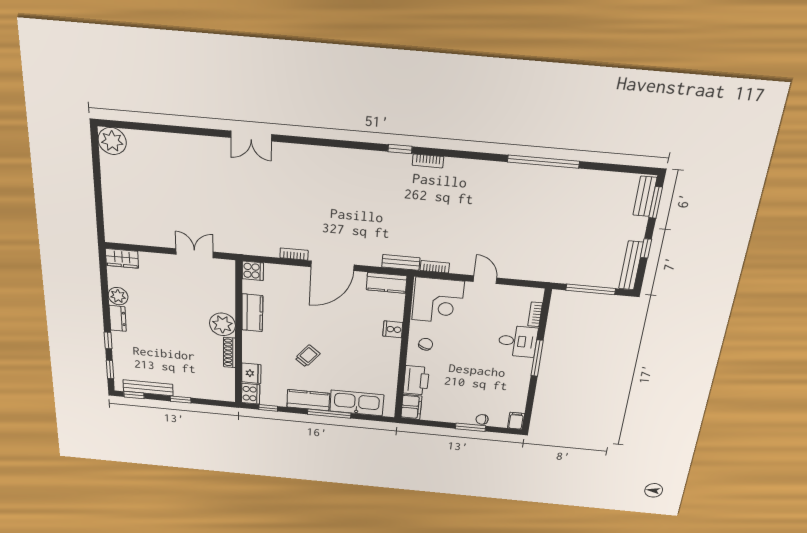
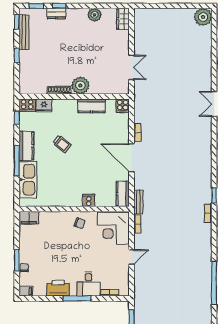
dresser: (118, 318) -> (56, 14), moved
printer: (416, 380) -> (58, 288), moved, turned 180

